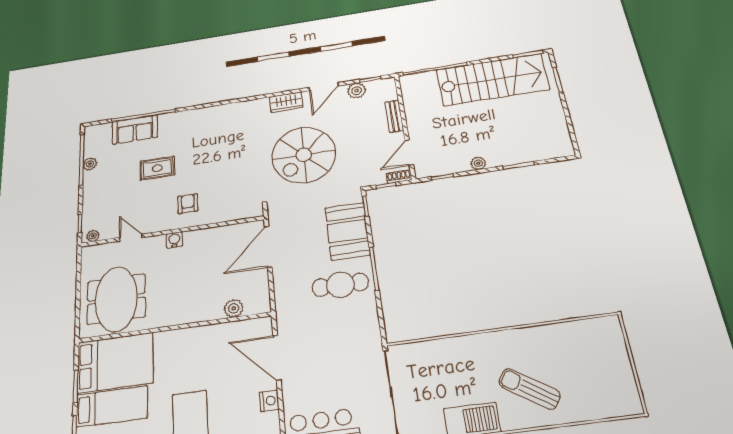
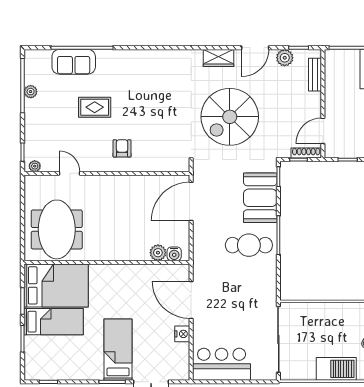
bench: (394, 116) -> (315, 75), moved
shoe rack: (399, 176) -> (306, 153), width x1.43
water cooler: (174, 240) -> (174, 254), moved, turned 180

